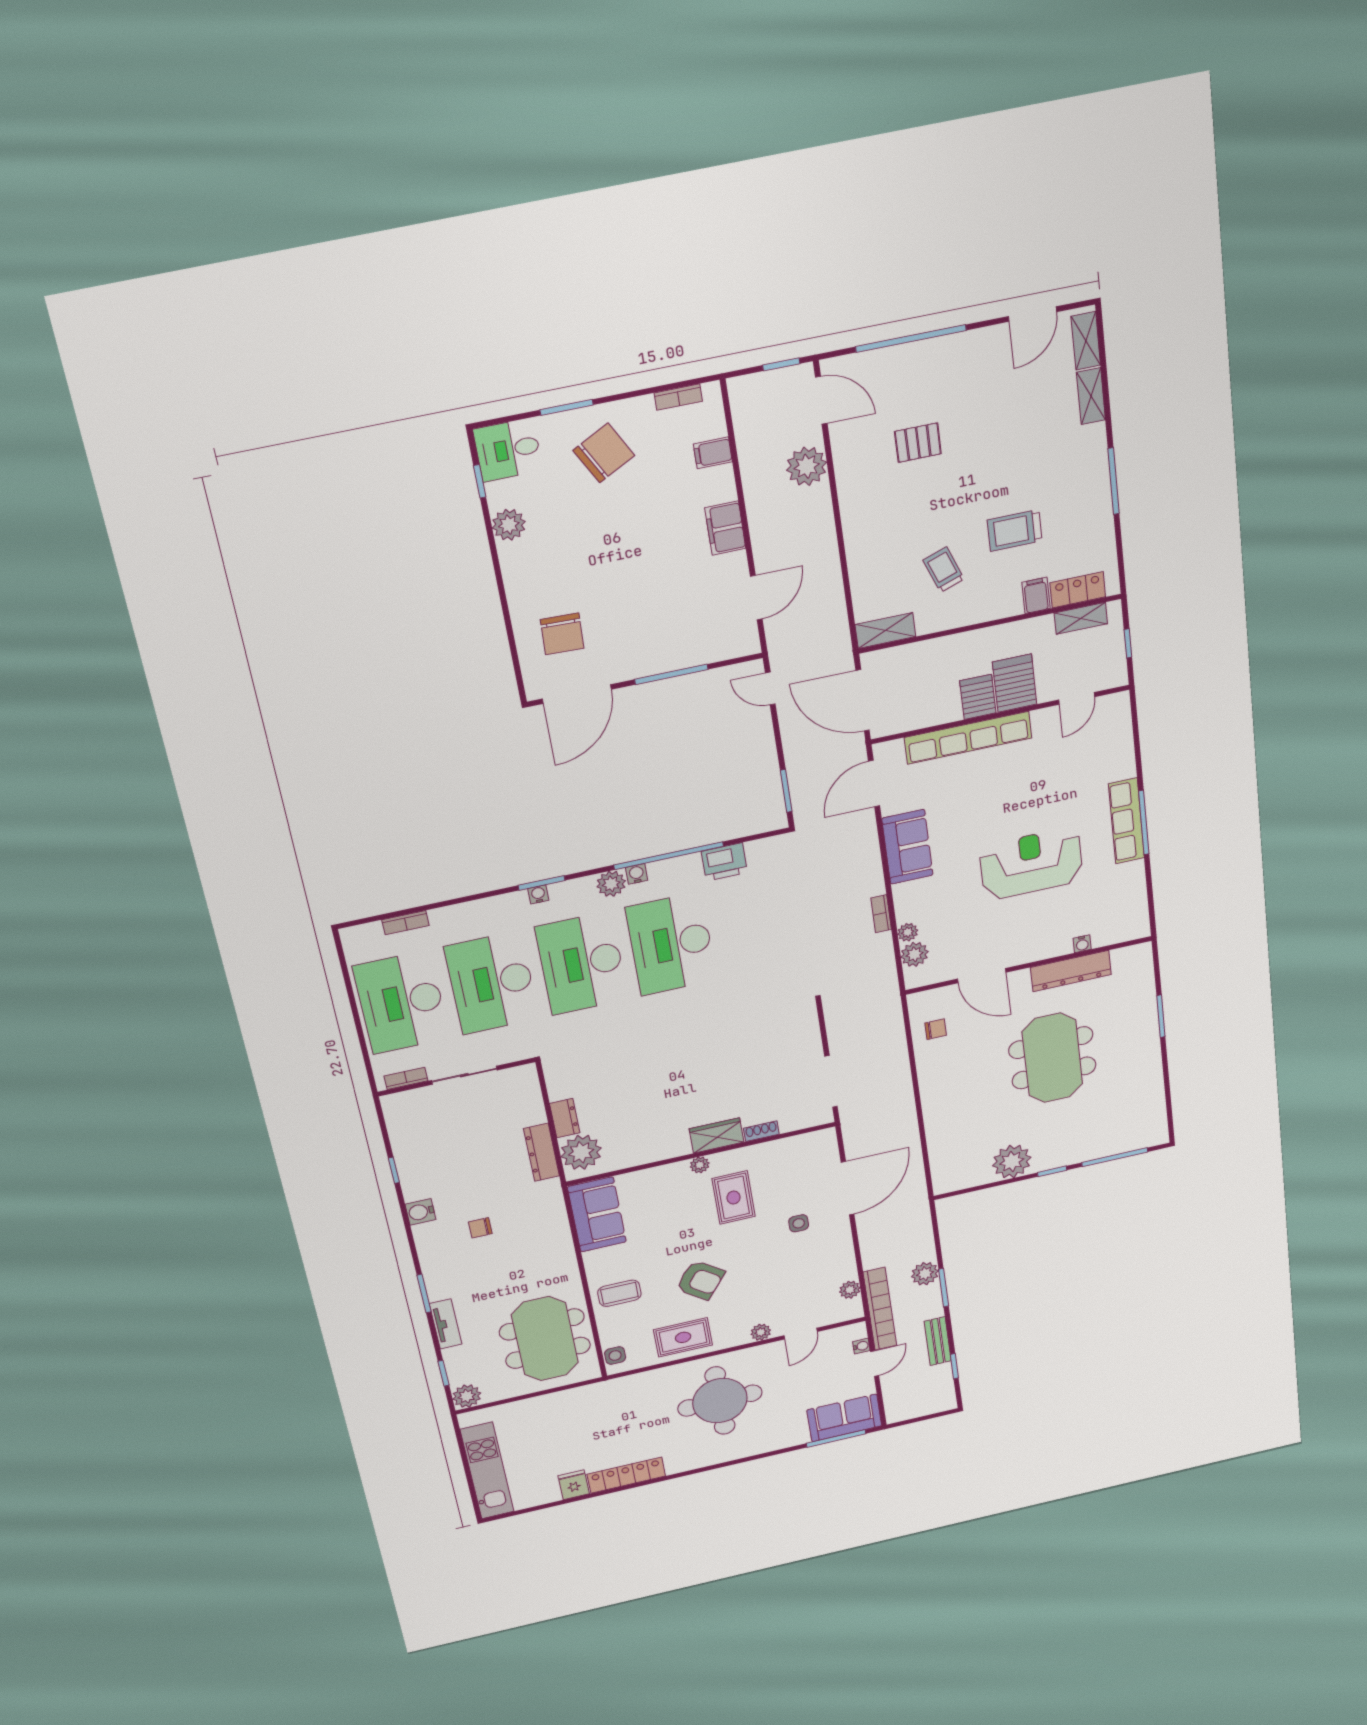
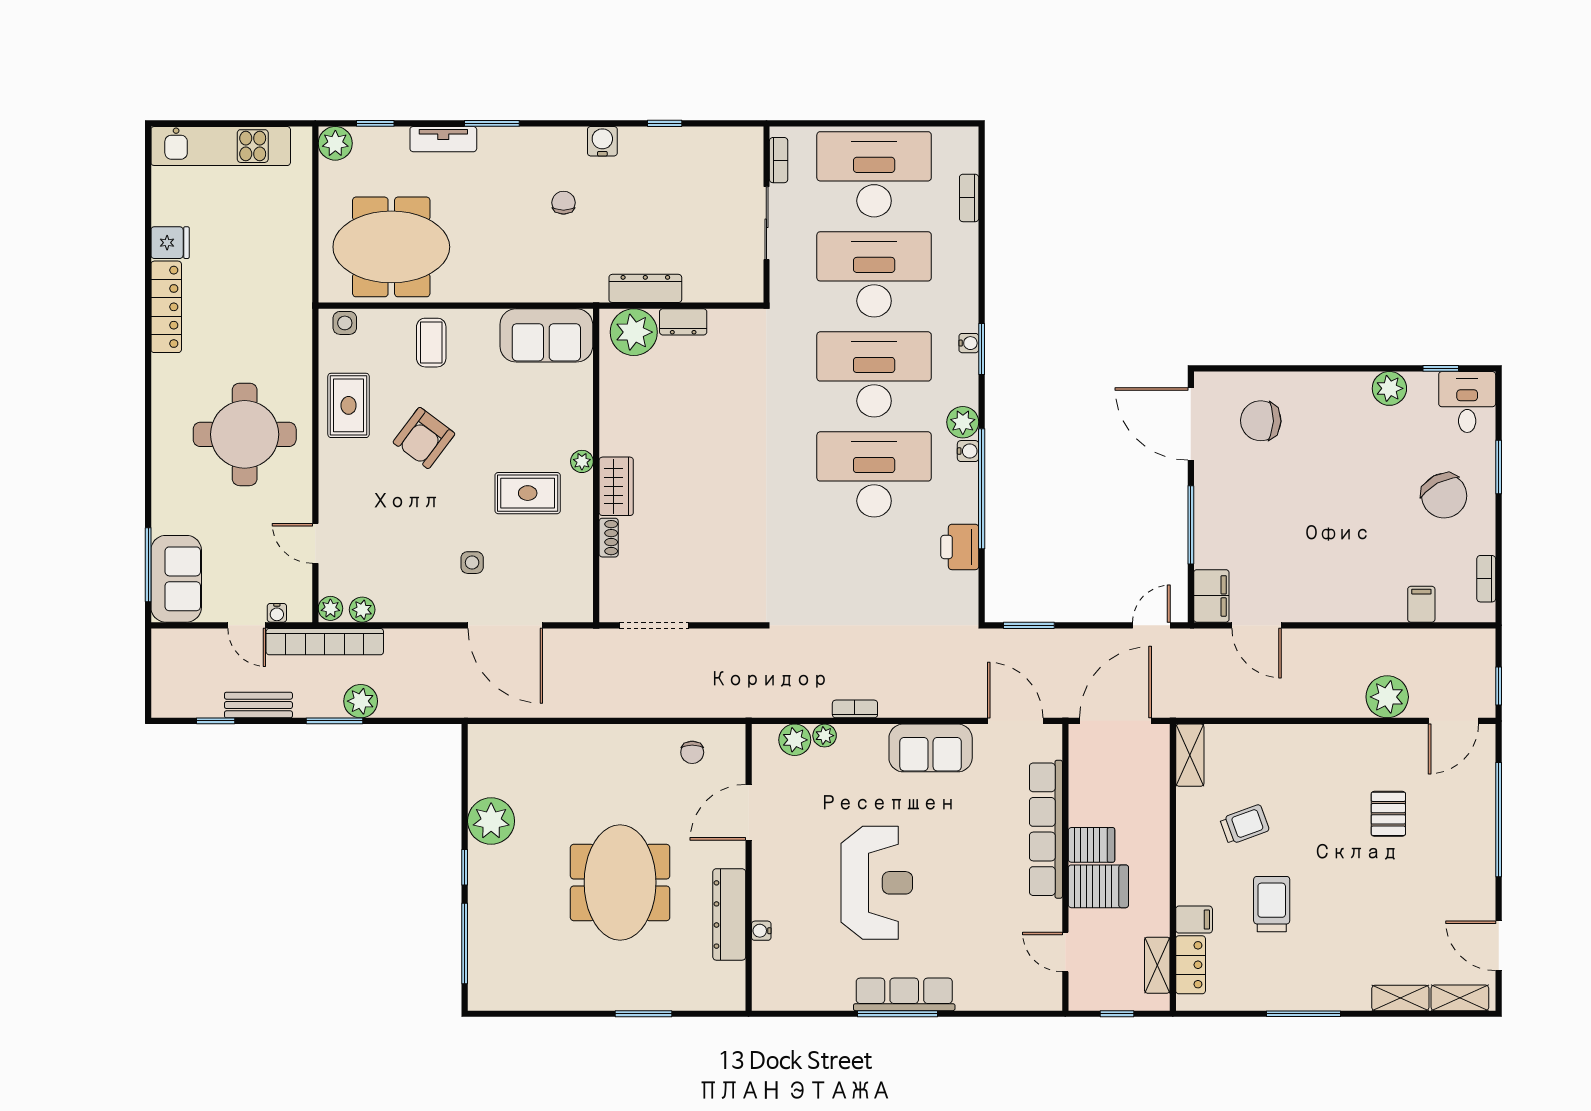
filing cabinet: (725, 528) -> (1211, 596), moved, turned 90
meeting table: (1052, 1058) -> (620, 882), turned 90
plant: (761, 1332) -> (330, 608), moved

